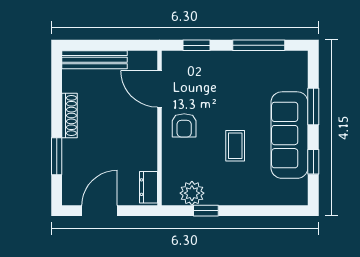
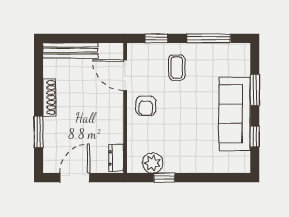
coffee table: (235, 146) -> (177, 68), moved

